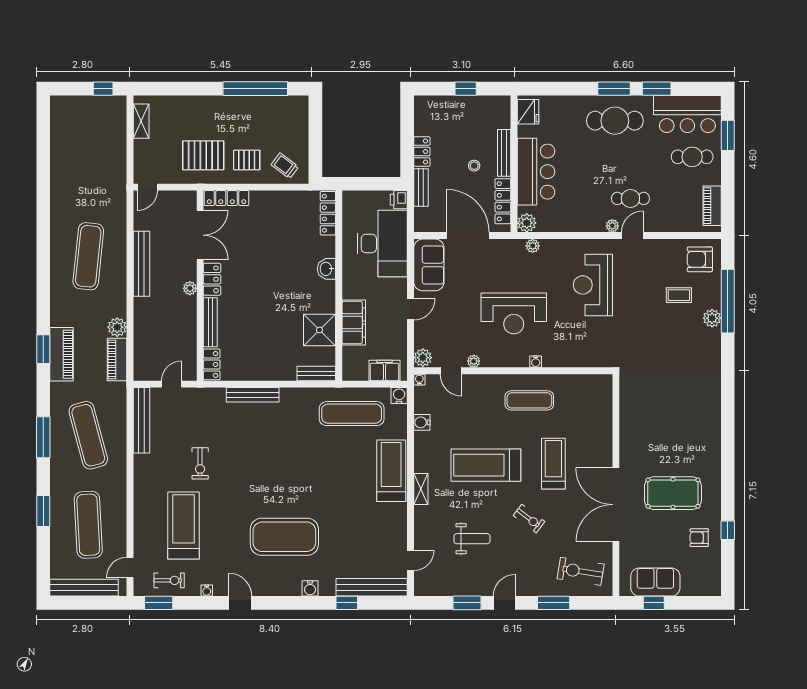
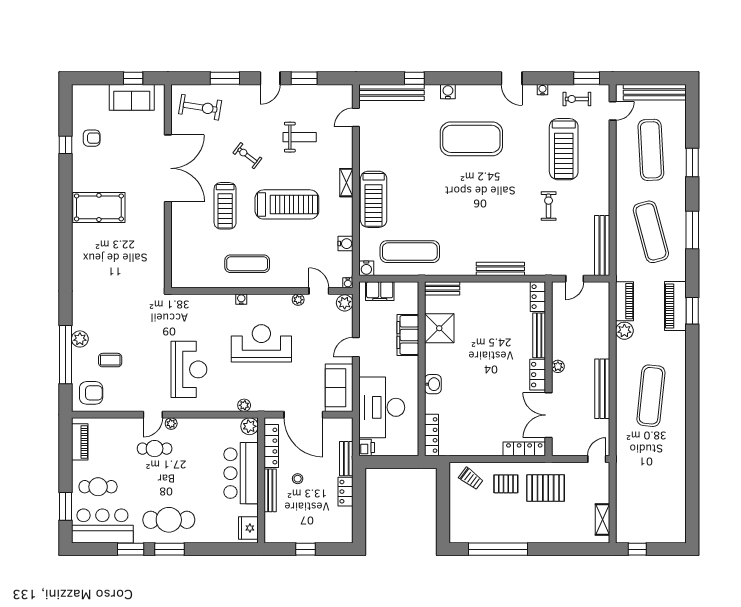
pool table: (673, 493) -> (99, 207), moved
weight bench: (472, 539) -> (300, 137), turned 180

